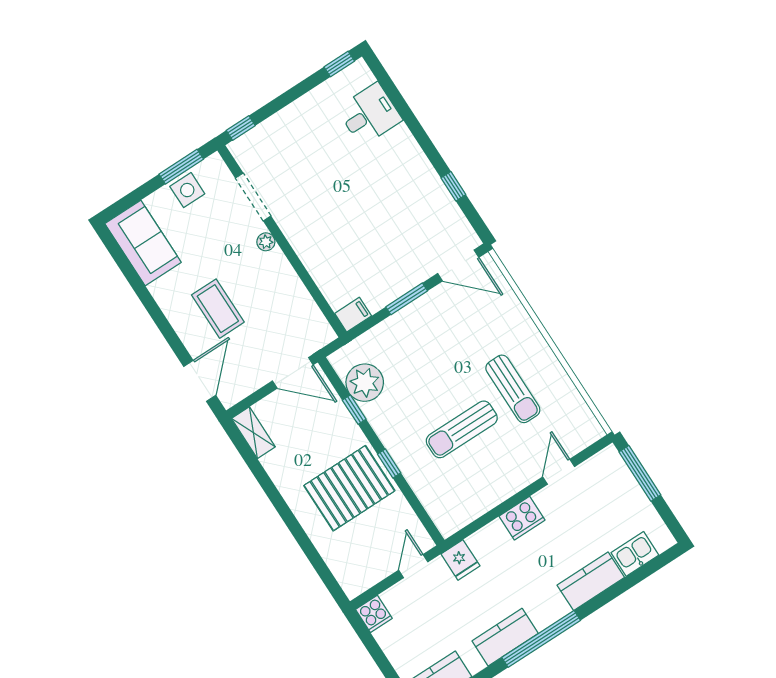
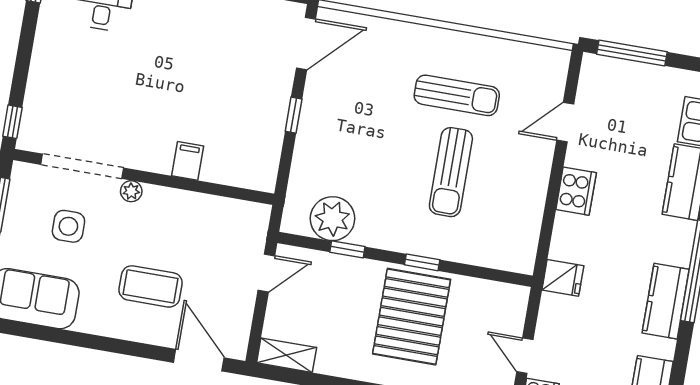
side table: (187, 190) -> (68, 226), moved
doorway: (253, 197) -> (82, 166), width x1.36
window: (407, 299) -> (294, 115), width x0.67
filing cabinet: (353, 315) -> (188, 161), moved
door: (293, 373) -> (266, 273), width x0.73
door: (559, 472) -> (565, 122), hinge flipped
door: (413, 566) -> (525, 356), moved

